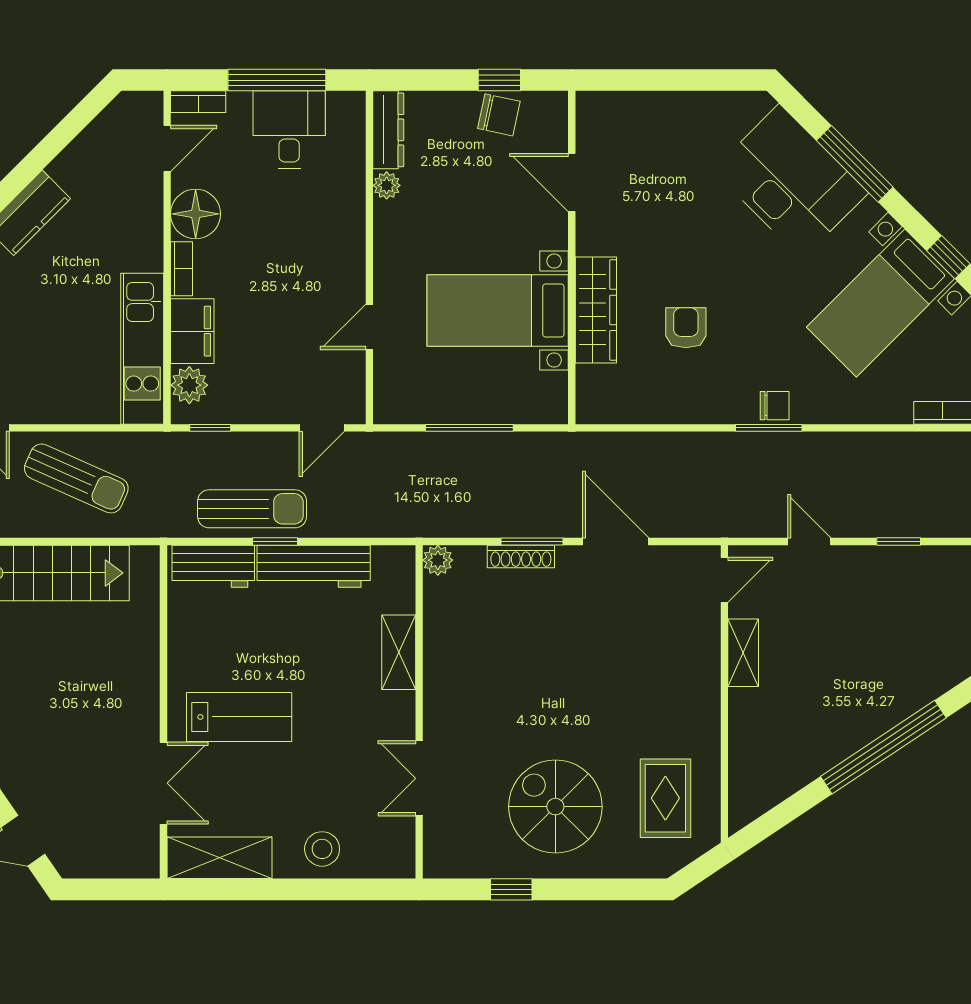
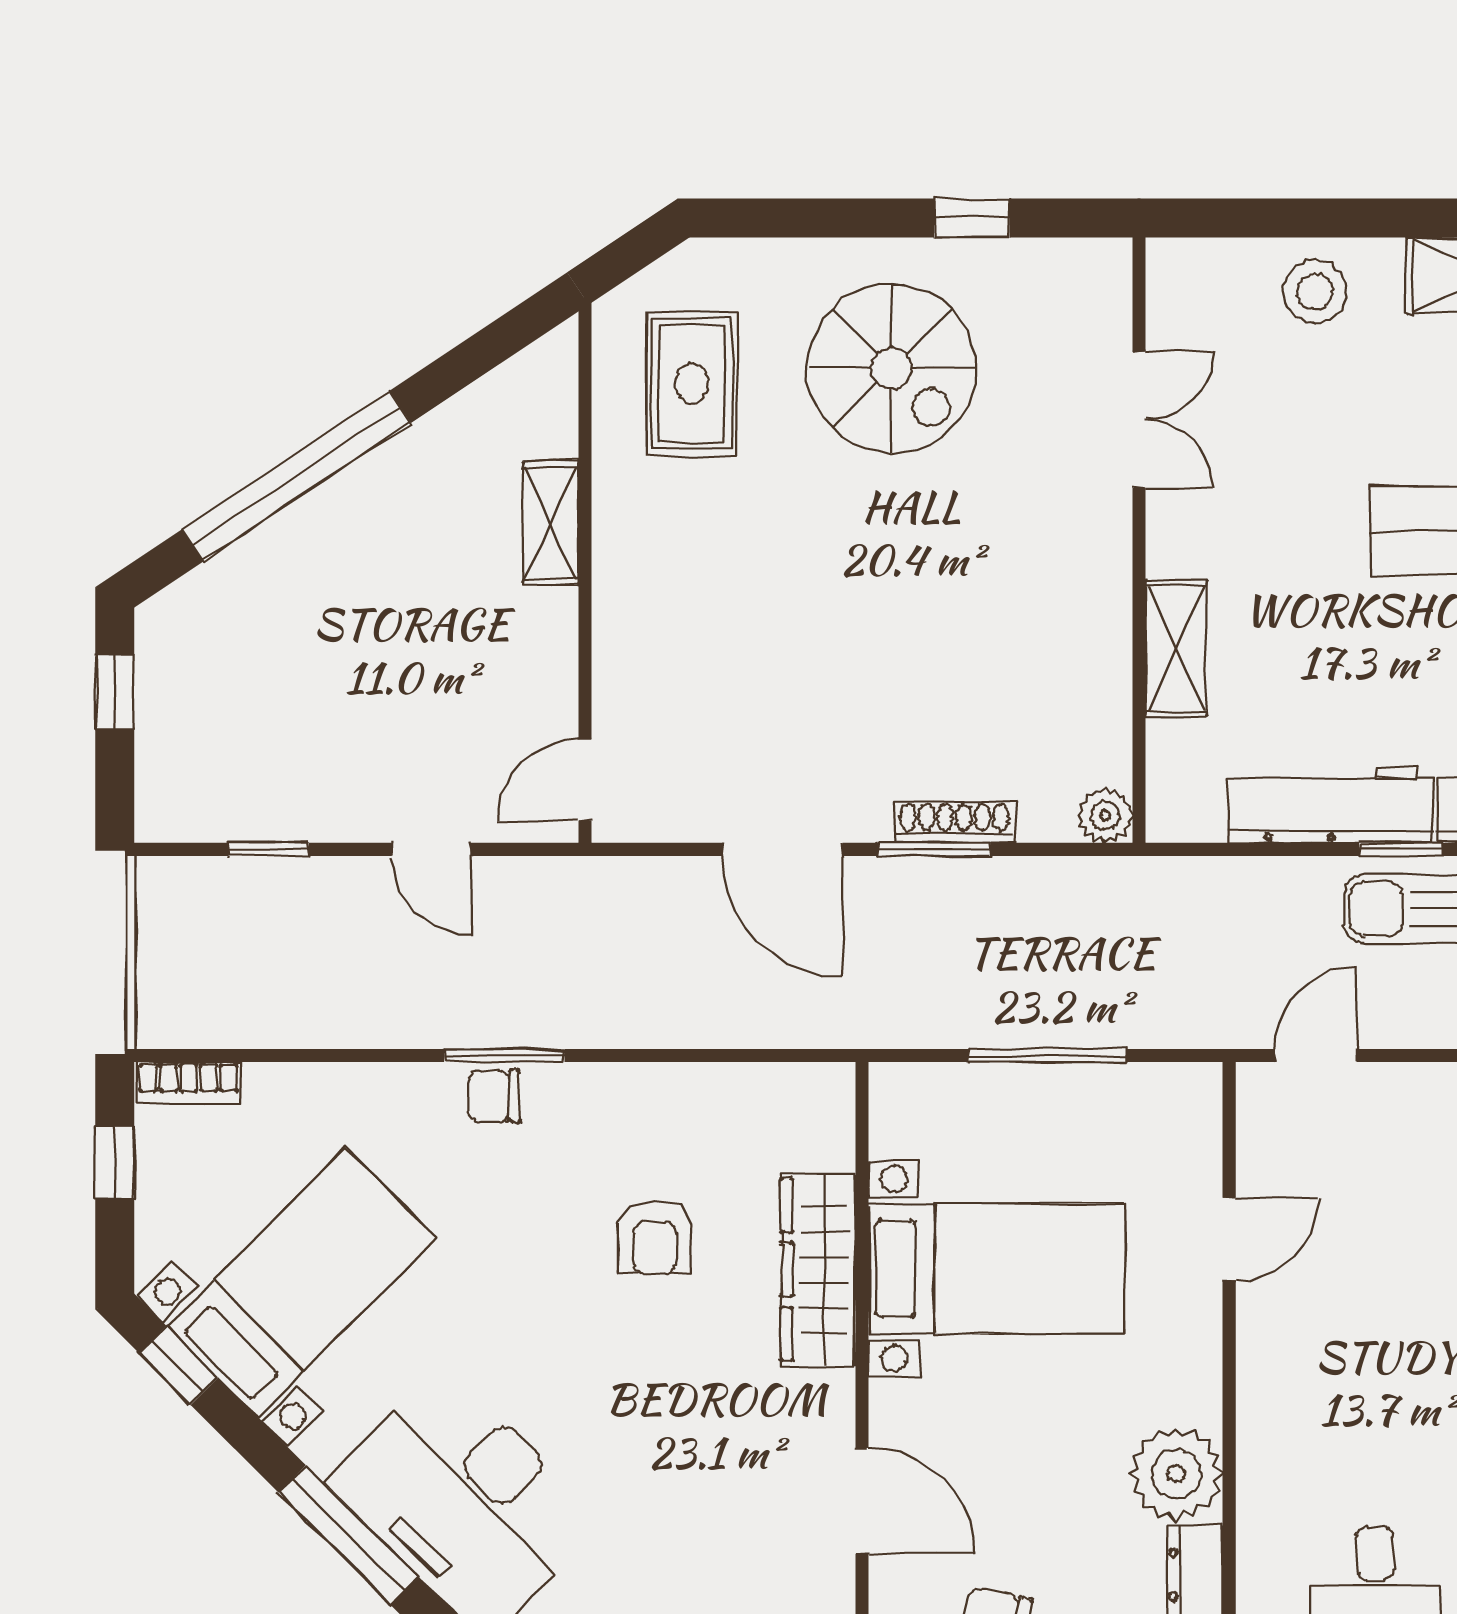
plant: (387, 185) -> (1176, 1474), width x1.87, depth x1.87
shelving: (743, 653) -> (551, 523), moved

